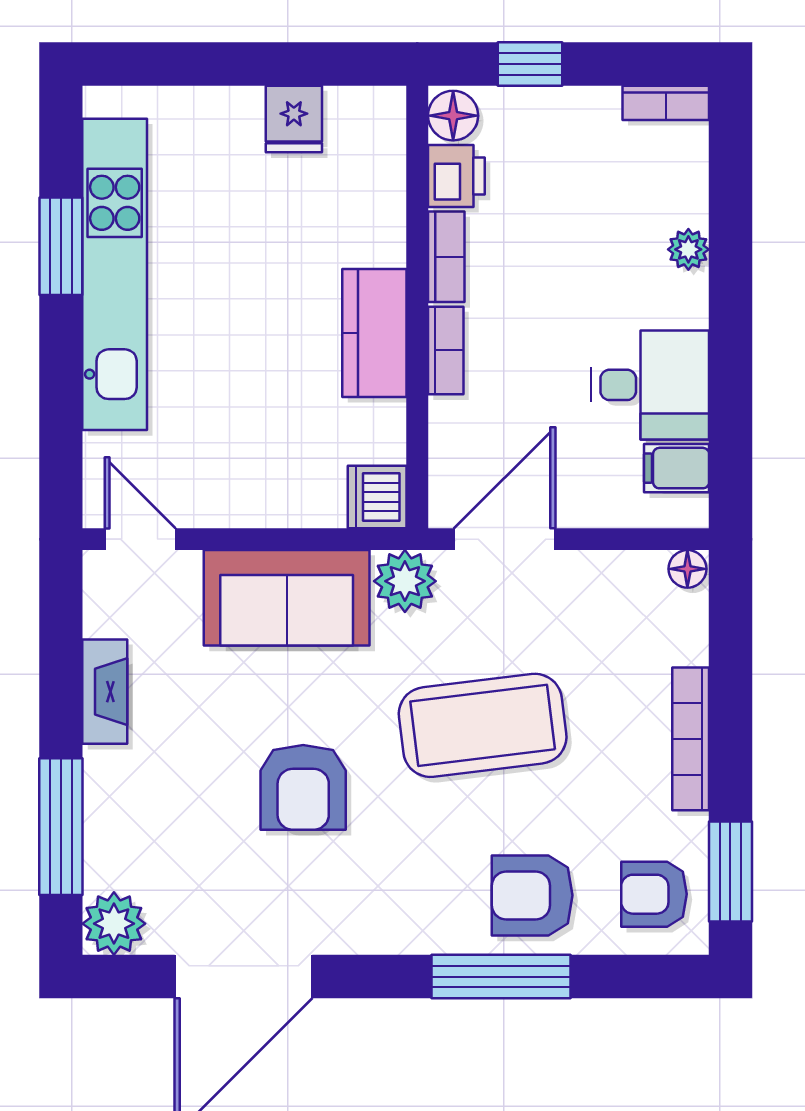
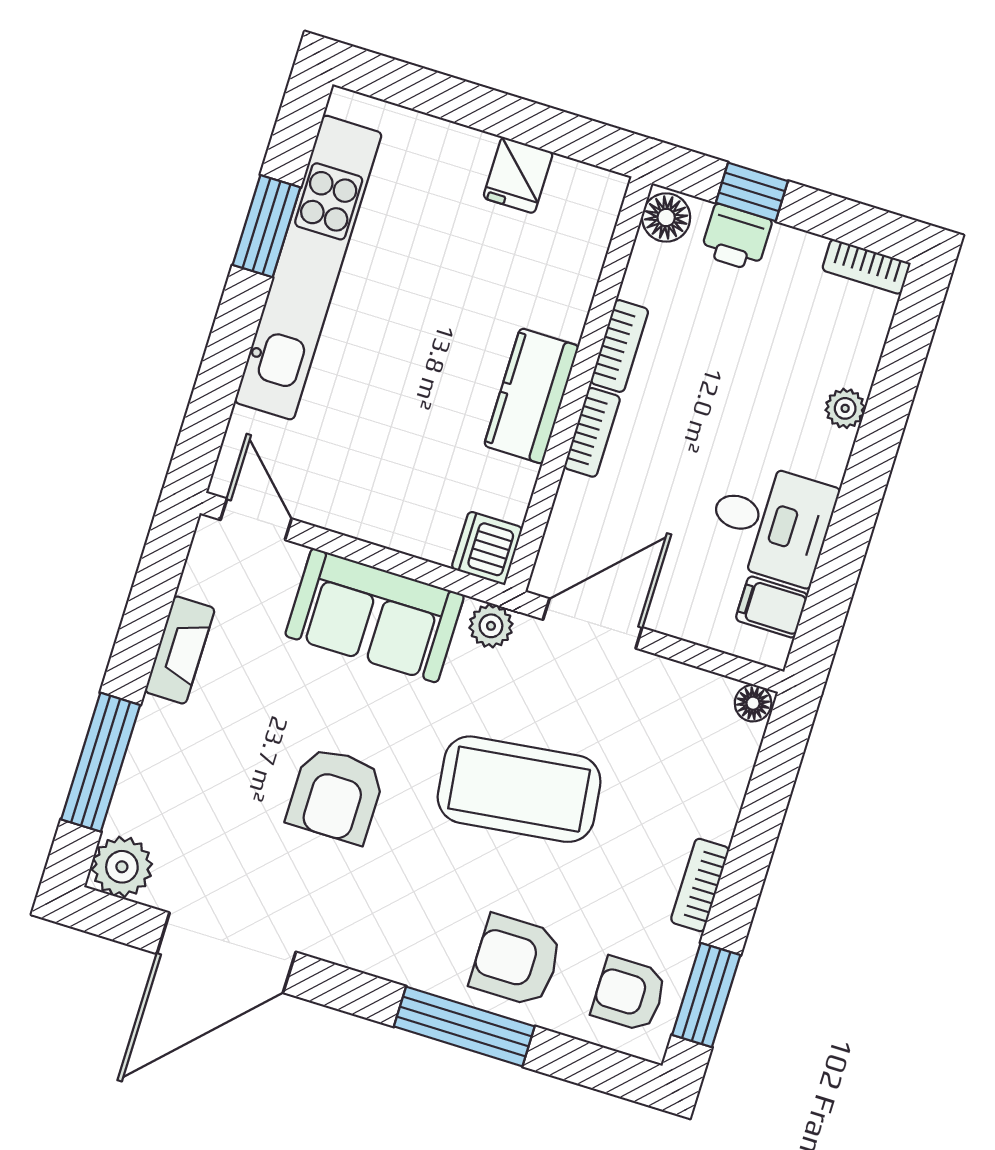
printer: (456, 176) -> (736, 237), moved, turned 90
plant: (405, 581) -> (491, 626), width x0.73, depth x0.73
bookcase: (691, 739) -> (700, 885), width x0.64

